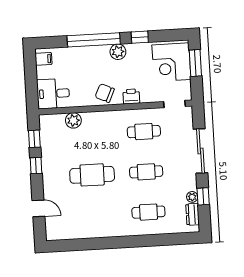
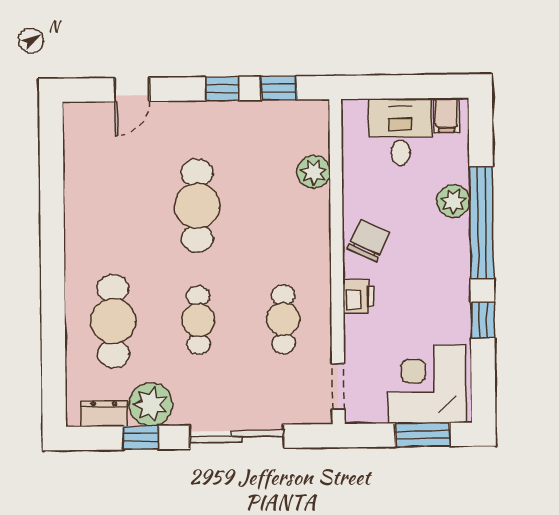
plant: (118, 52) -> (453, 201), moved
desk: (53, 94) -> (400, 132), moved
plant: (192, 197) -> (151, 404), width x1.88, depth x1.88
cafe table: (148, 212) -> (113, 321), width x1.37, depth x1.35

